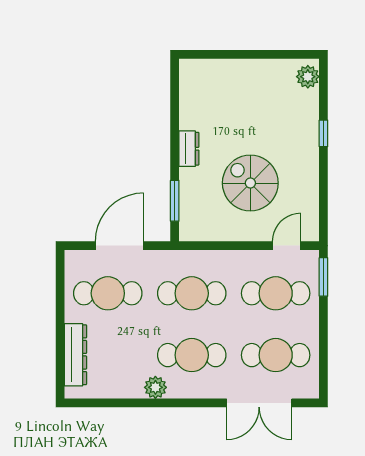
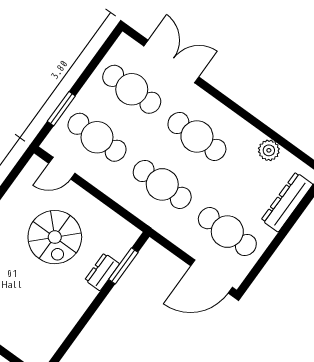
dresser: (189, 149) -> (102, 272), moved
door: (120, 246) -> (212, 277), moved
window: (323, 277) -> (61, 109), moved
plant: (155, 387) -> (269, 150), moved

